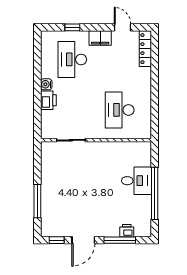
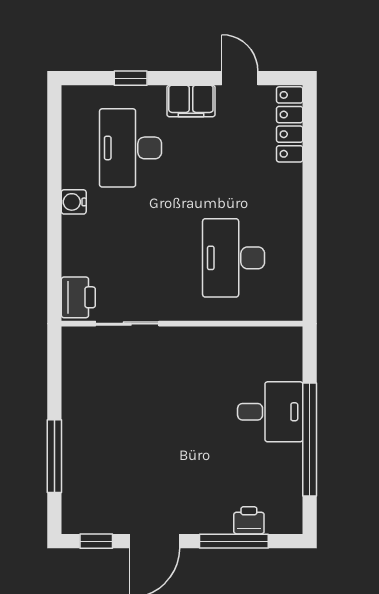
printer: (48, 100) -> (78, 297), moved

